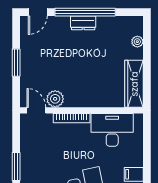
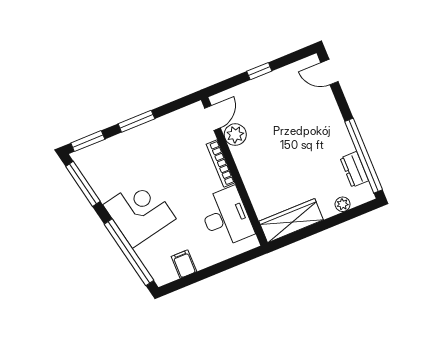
window: (85, 12) -> (364, 156), moved
dresser: (83, 23) -> (354, 169), moved
window: (16, 63) -> (259, 71), width x0.67

